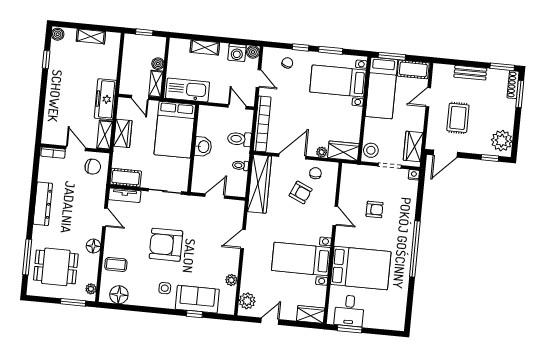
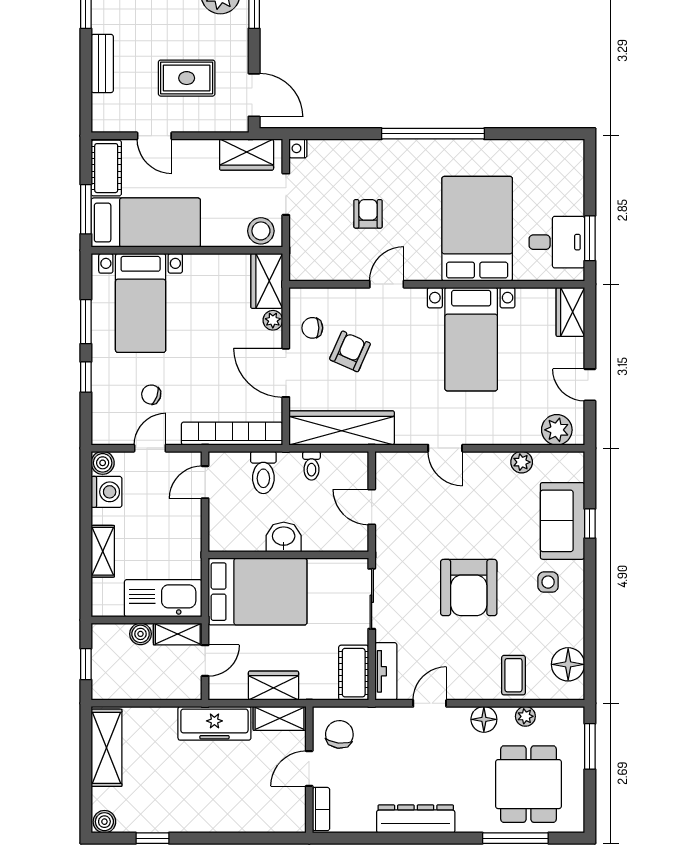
shelving: (91, 36) -> (107, 748), width x1.50, depth x1.33
chair: (287, 63) -> (151, 395), moved
kitchen sink: (188, 90) -> (163, 598), moved, turned 90
plant: (91, 289) -> (525, 716), moved

